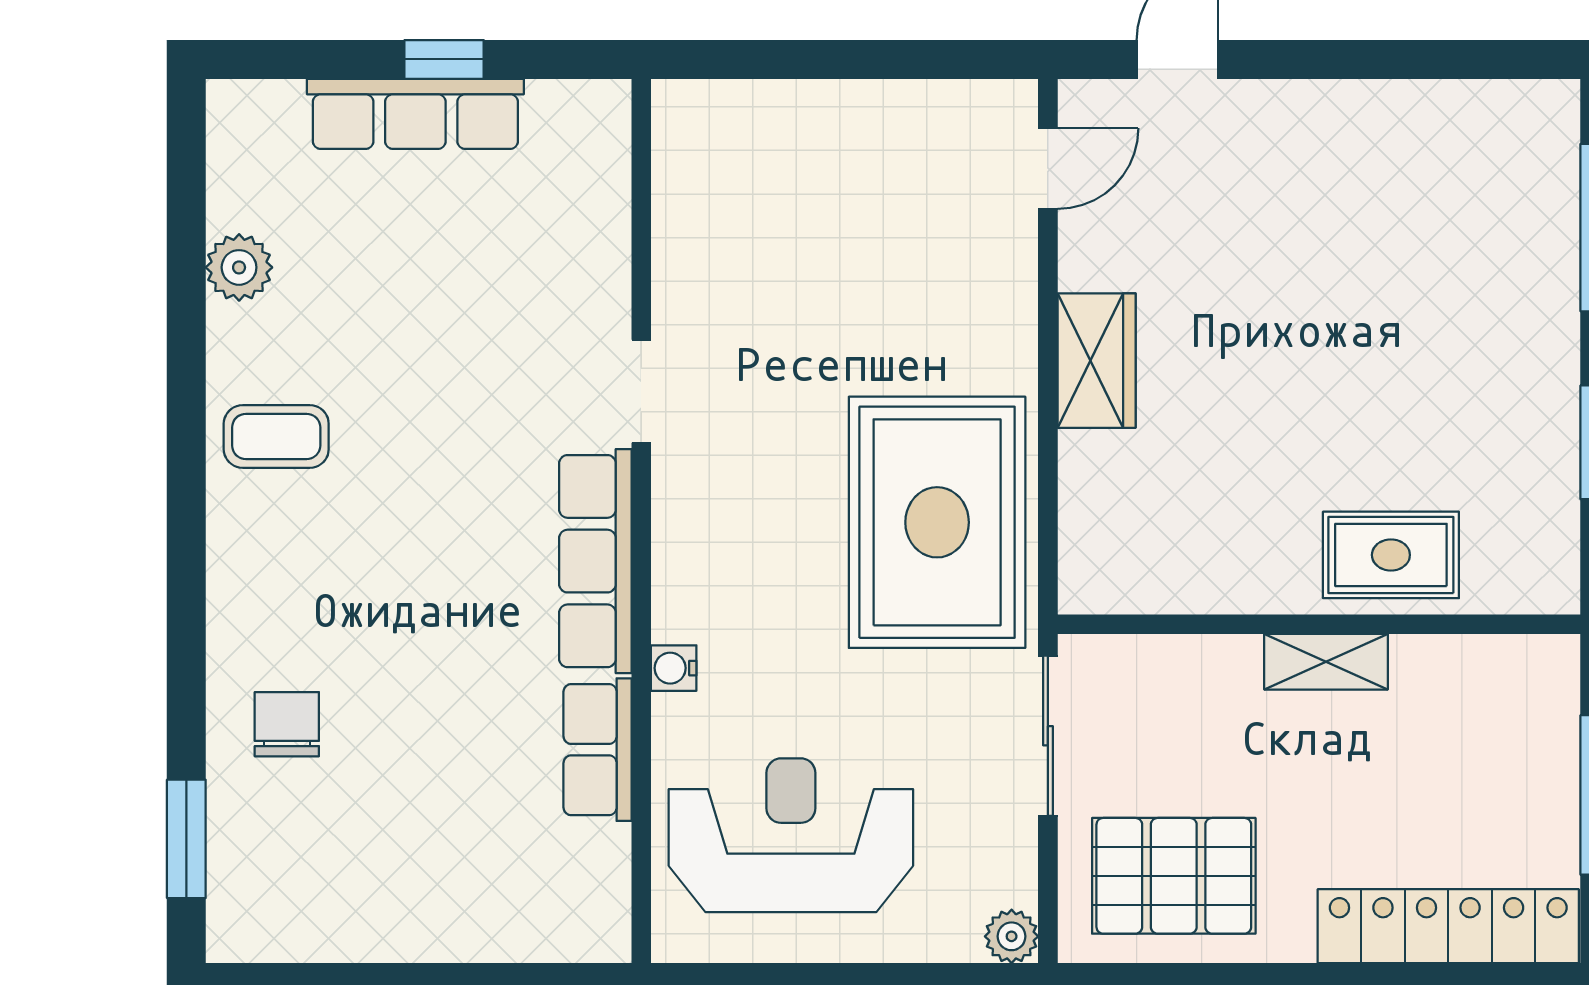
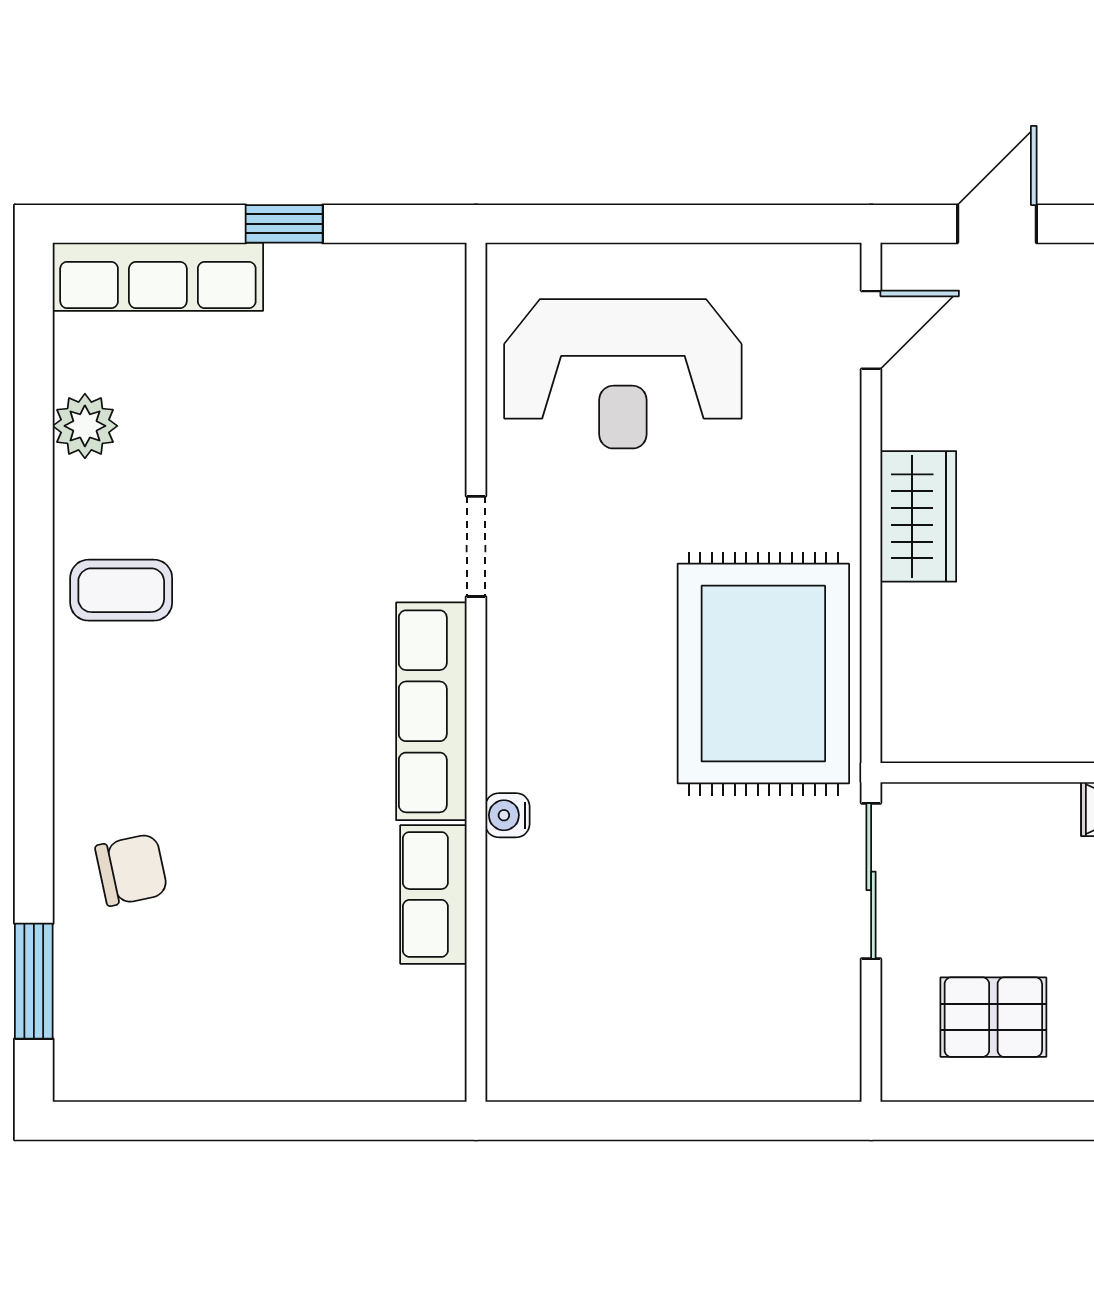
row of seats: (415, 114) -> (158, 277), moved
chair: (287, 724) -> (131, 870), turned 78
reception desk: (791, 835) -> (623, 374), moved, turned 180
pallet: (1174, 876) -> (993, 1017), width x0.67, depth x0.71
plant: (1012, 936) -> (836, 1076), removed

